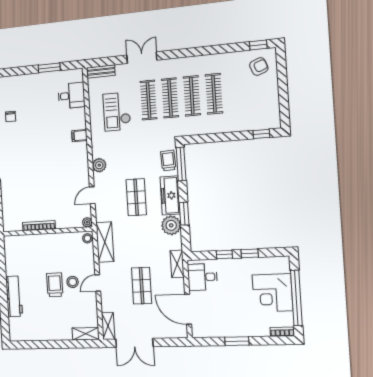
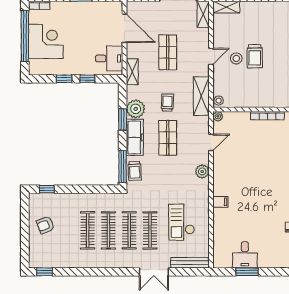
armchair: (259, 67) -> (45, 225), moved
bench: (101, 71) -> (190, 263), width x1.36
desk: (71, 96) -> (245, 255), moved, turned -90
checkout: (117, 112) -> (182, 222), turned 180
trolley: (139, 234) -> (167, 103), added

